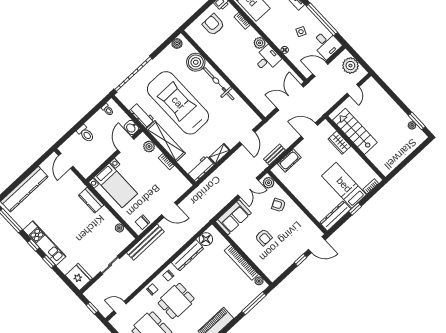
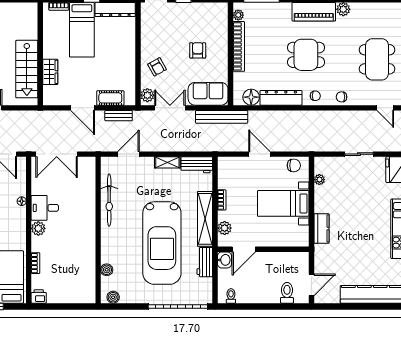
armchair: (213, 25) -> (65, 284), removed
boiler: (196, 62) -> (107, 270), width x0.54, depth x0.54
bicycle: (219, 84) -> (109, 200), moved
door: (309, 131) -> (83, 108), moved
toilet: (86, 134) -> (287, 293), moved
bed with nightstands: (116, 185) -> (283, 203), moved, turned -90
bench: (145, 242) -> (222, 117), moved
dining table: (176, 301) -> (306, 55), moved

